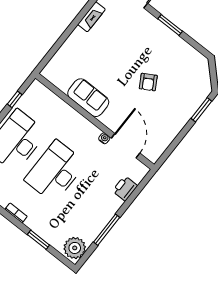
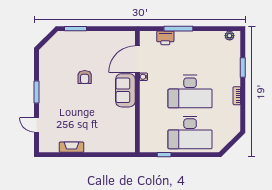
armchair: (148, 82) -> (85, 77), turned 120
sofa: (88, 98) -> (125, 90), moved
window: (107, 230) -> (178, 29), moved
plant: (75, 248) -> (230, 36), width x0.53, depth x0.53

